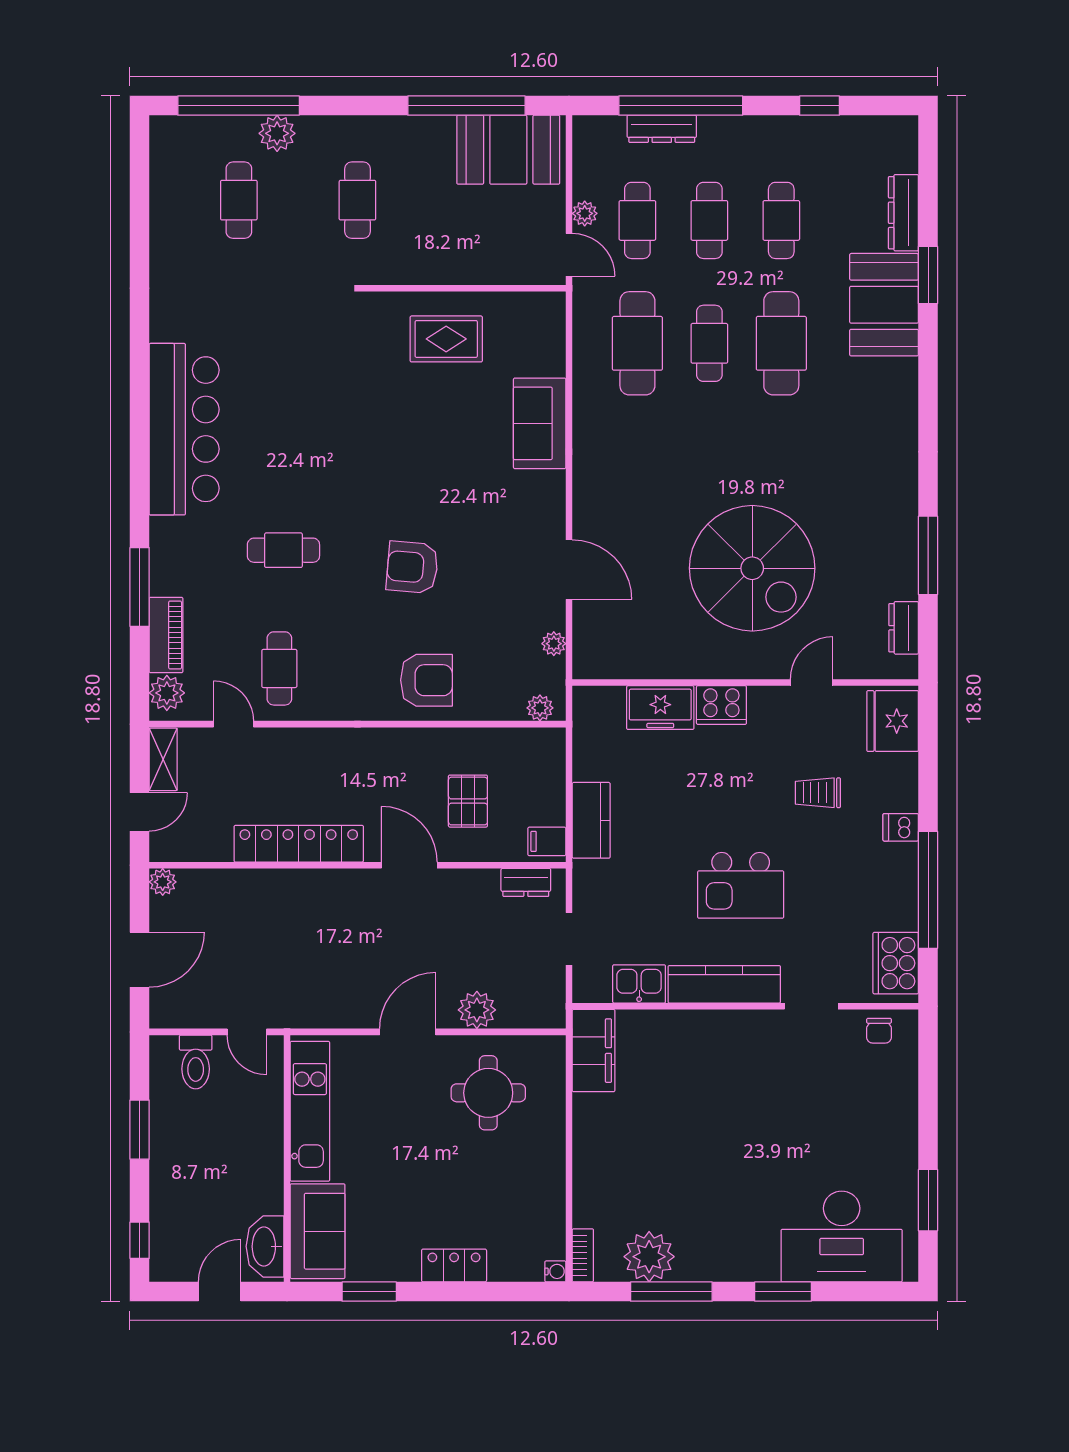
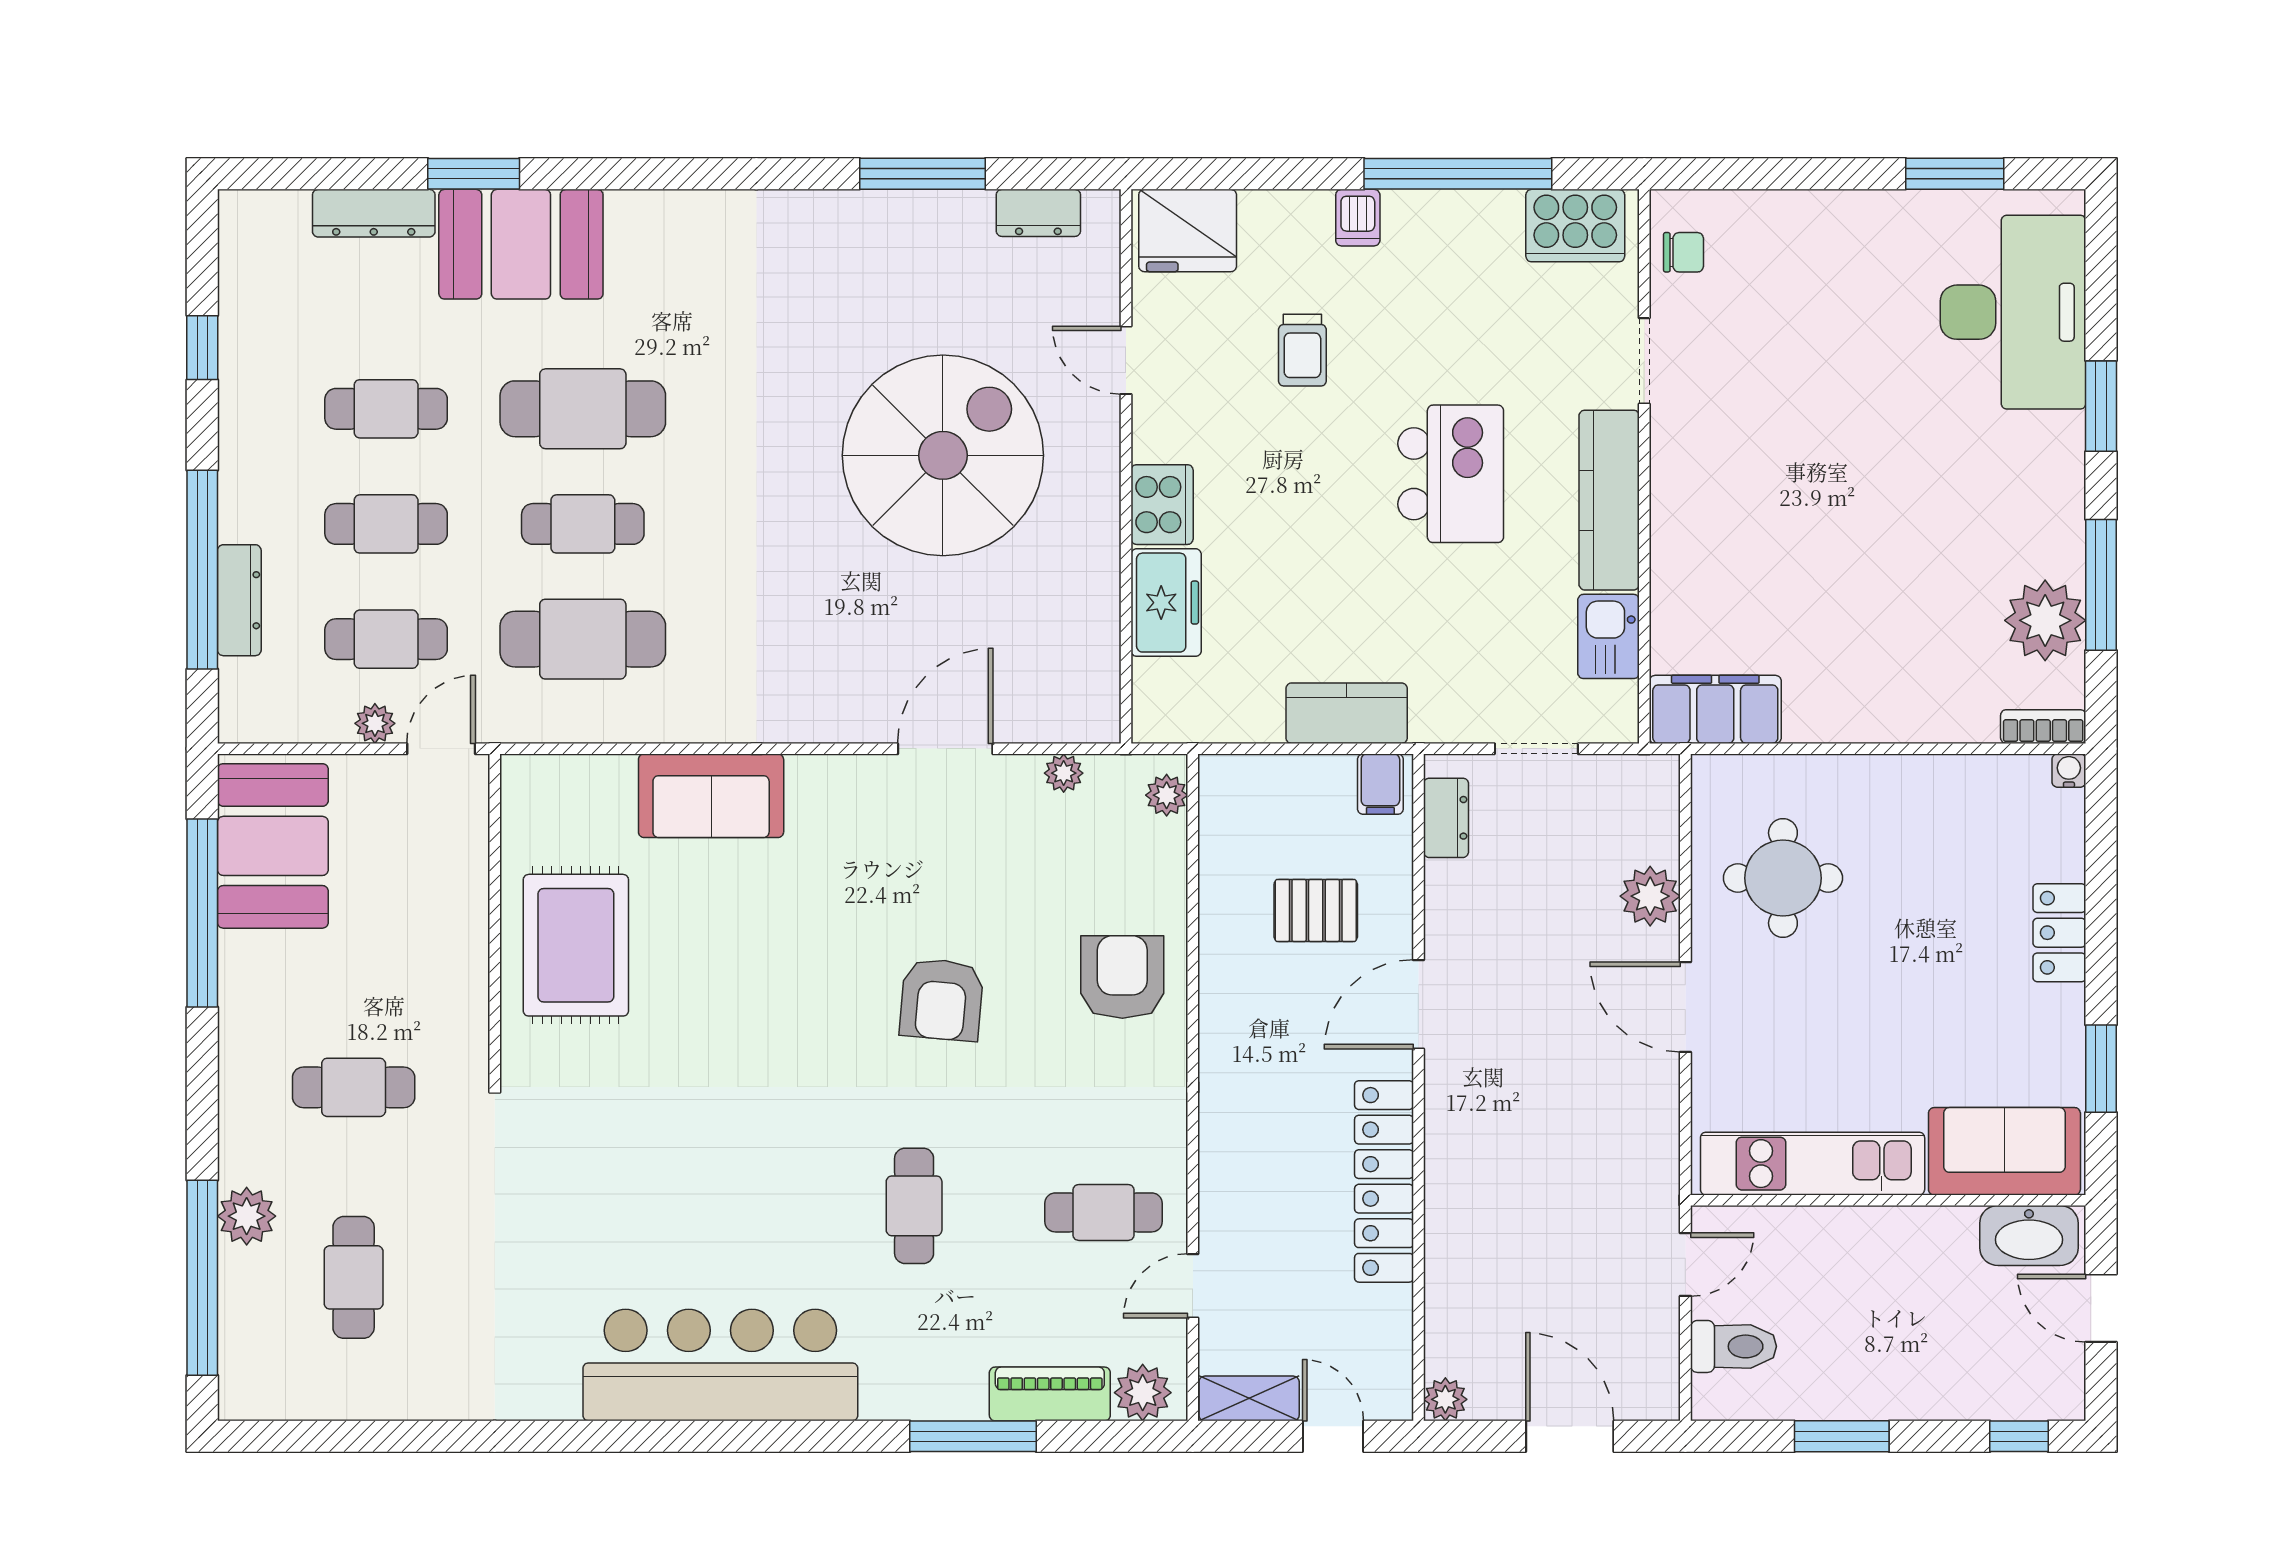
cafe table: (239, 200) -> (354, 1277), turned 90
rug: (446, 339) -> (576, 945), width x1.36, depth x1.43

